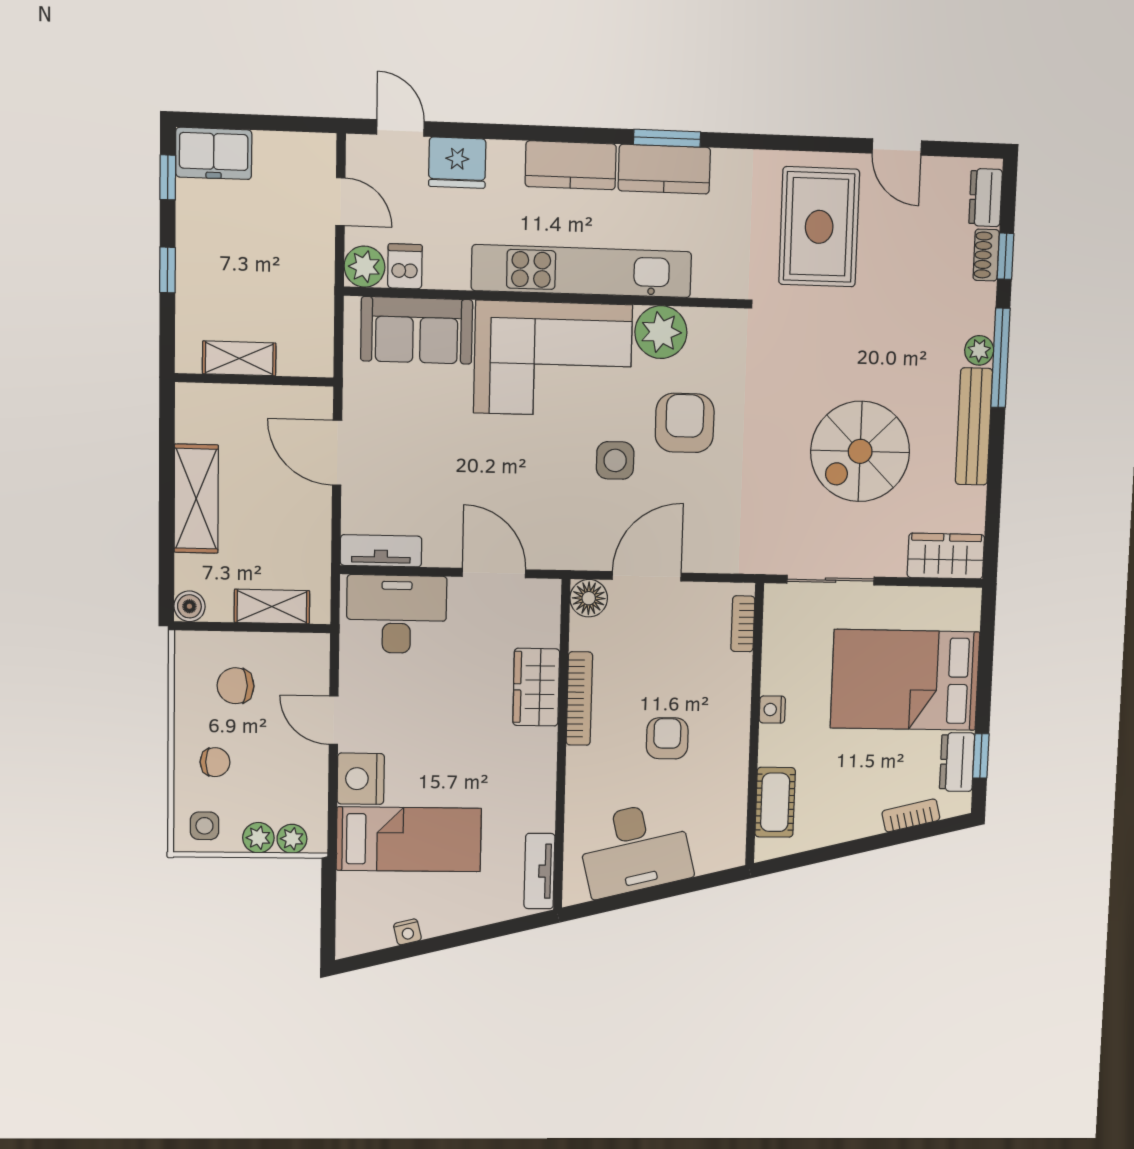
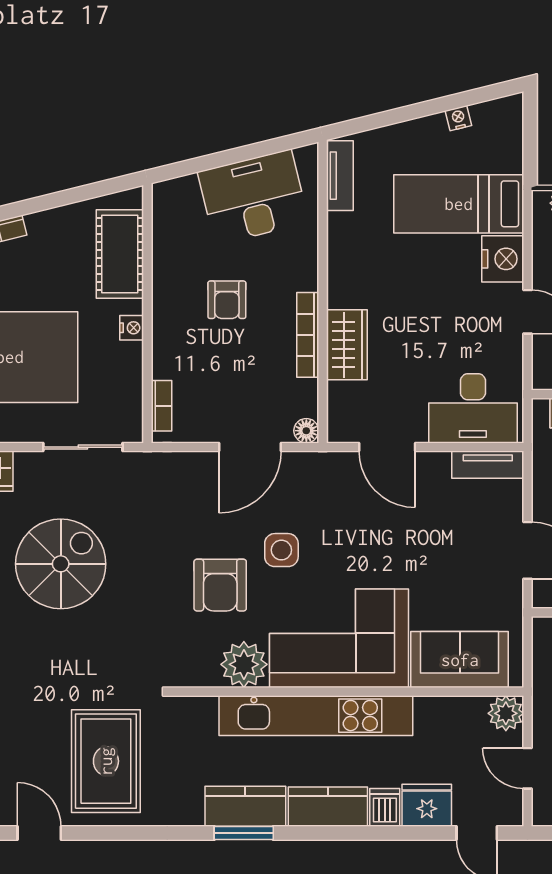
dishwasher: (405, 266) -> (385, 807), moved, turned 180
floor lamp: (589, 598) -> (306, 431), width x0.73, depth x0.73
cot: (775, 802) -> (120, 254), width x1.37, depth x1.34

